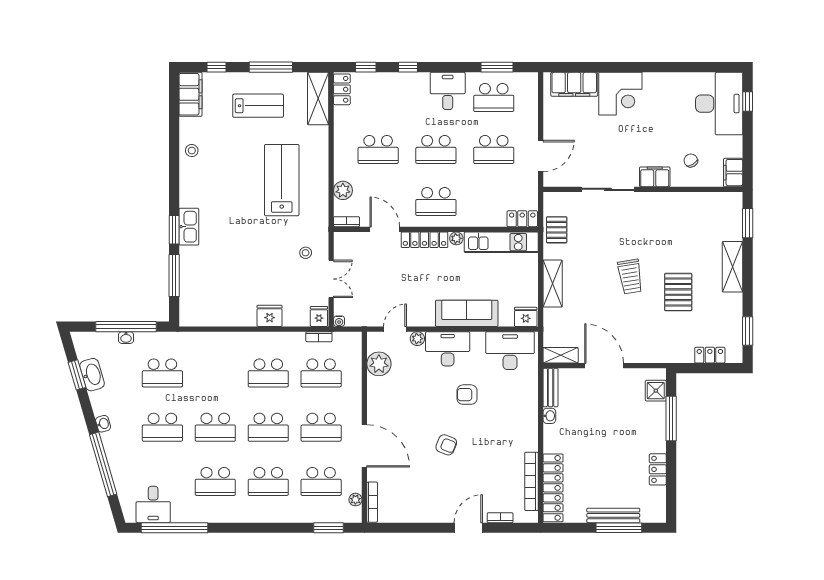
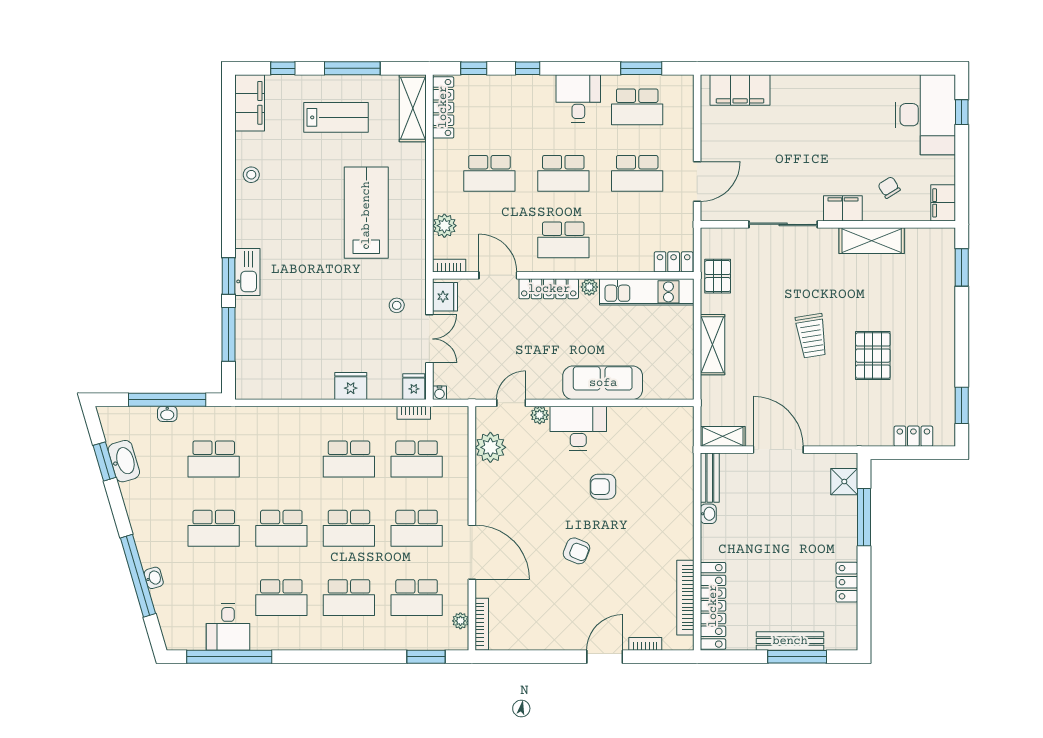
locker: (342, 89) -> (443, 107), width x1.53
corner desk: (620, 94) -> (799, 102), removed
shelving: (733, 267) -> (872, 241), moved, turned 90
fridge: (526, 317) -> (445, 297), moved, turned 90
desk: (510, 351) -> (658, 430), removed
washbasin: (103, 424) -> (154, 578), moved
desk: (153, 504) -> (228, 627), moved

